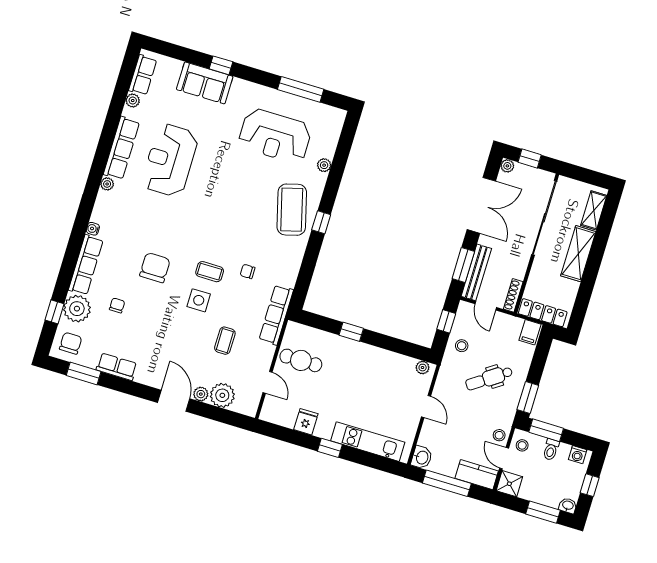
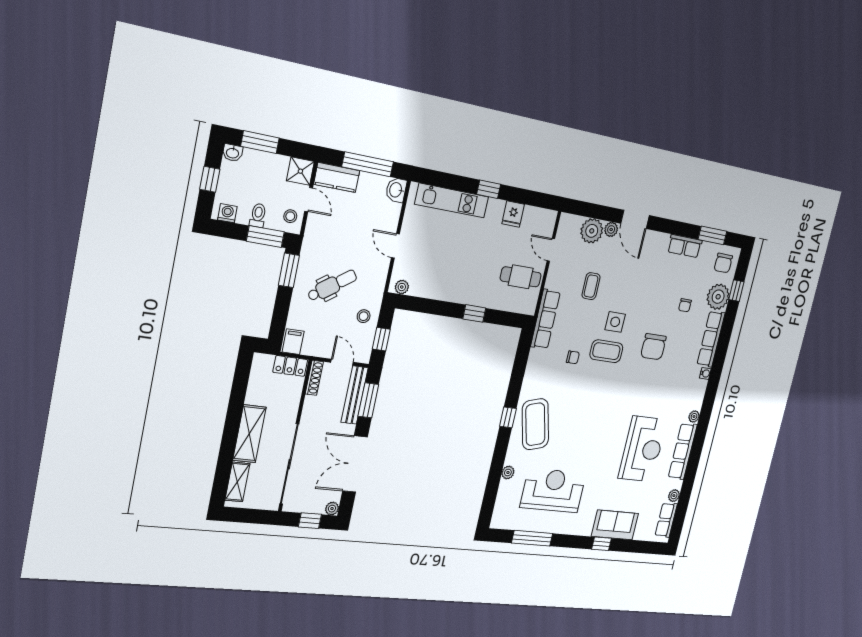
coffee table: (210, 272) -> (606, 351), width x1.36, depth x1.30
locker: (543, 313) -> (290, 366), width x0.66
stool: (499, 435) -> (316, 224), removed

